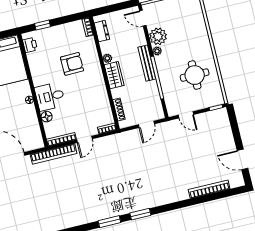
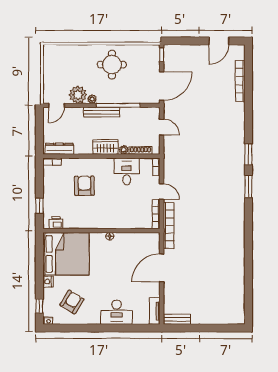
dresser: (102, 31) -> (59, 149), width x1.44
plant: (107, 58) -> (124, 150), moved
round table: (195, 75) -> (112, 65), moved
desk: (50, 97) -> (127, 171), moved, turned 180
door: (186, 115) -> (162, 86), width x1.88
floor lamp: (47, 117) -> (130, 223), removed

